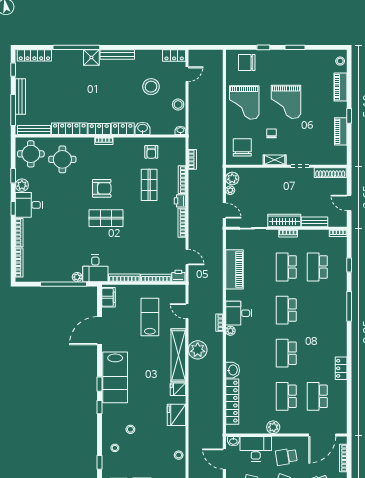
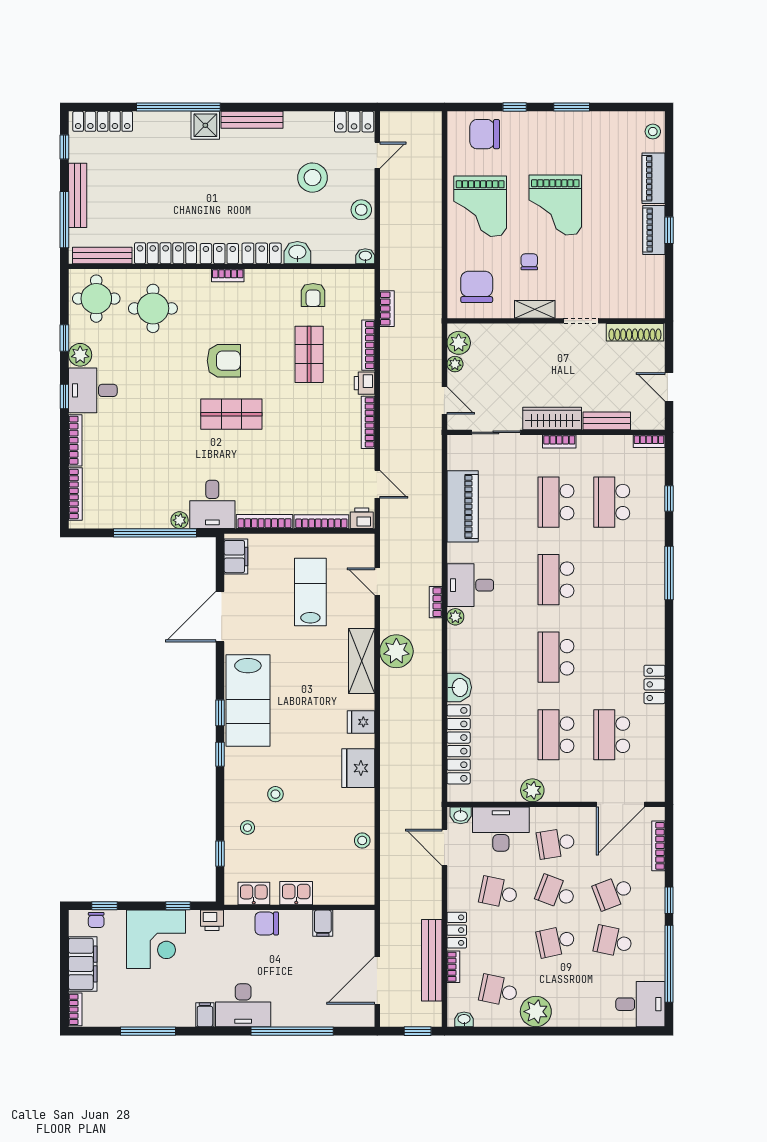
piano: (341, 131) -> (654, 230), moved
shelving: (178, 355) -> (362, 661), width x0.68

